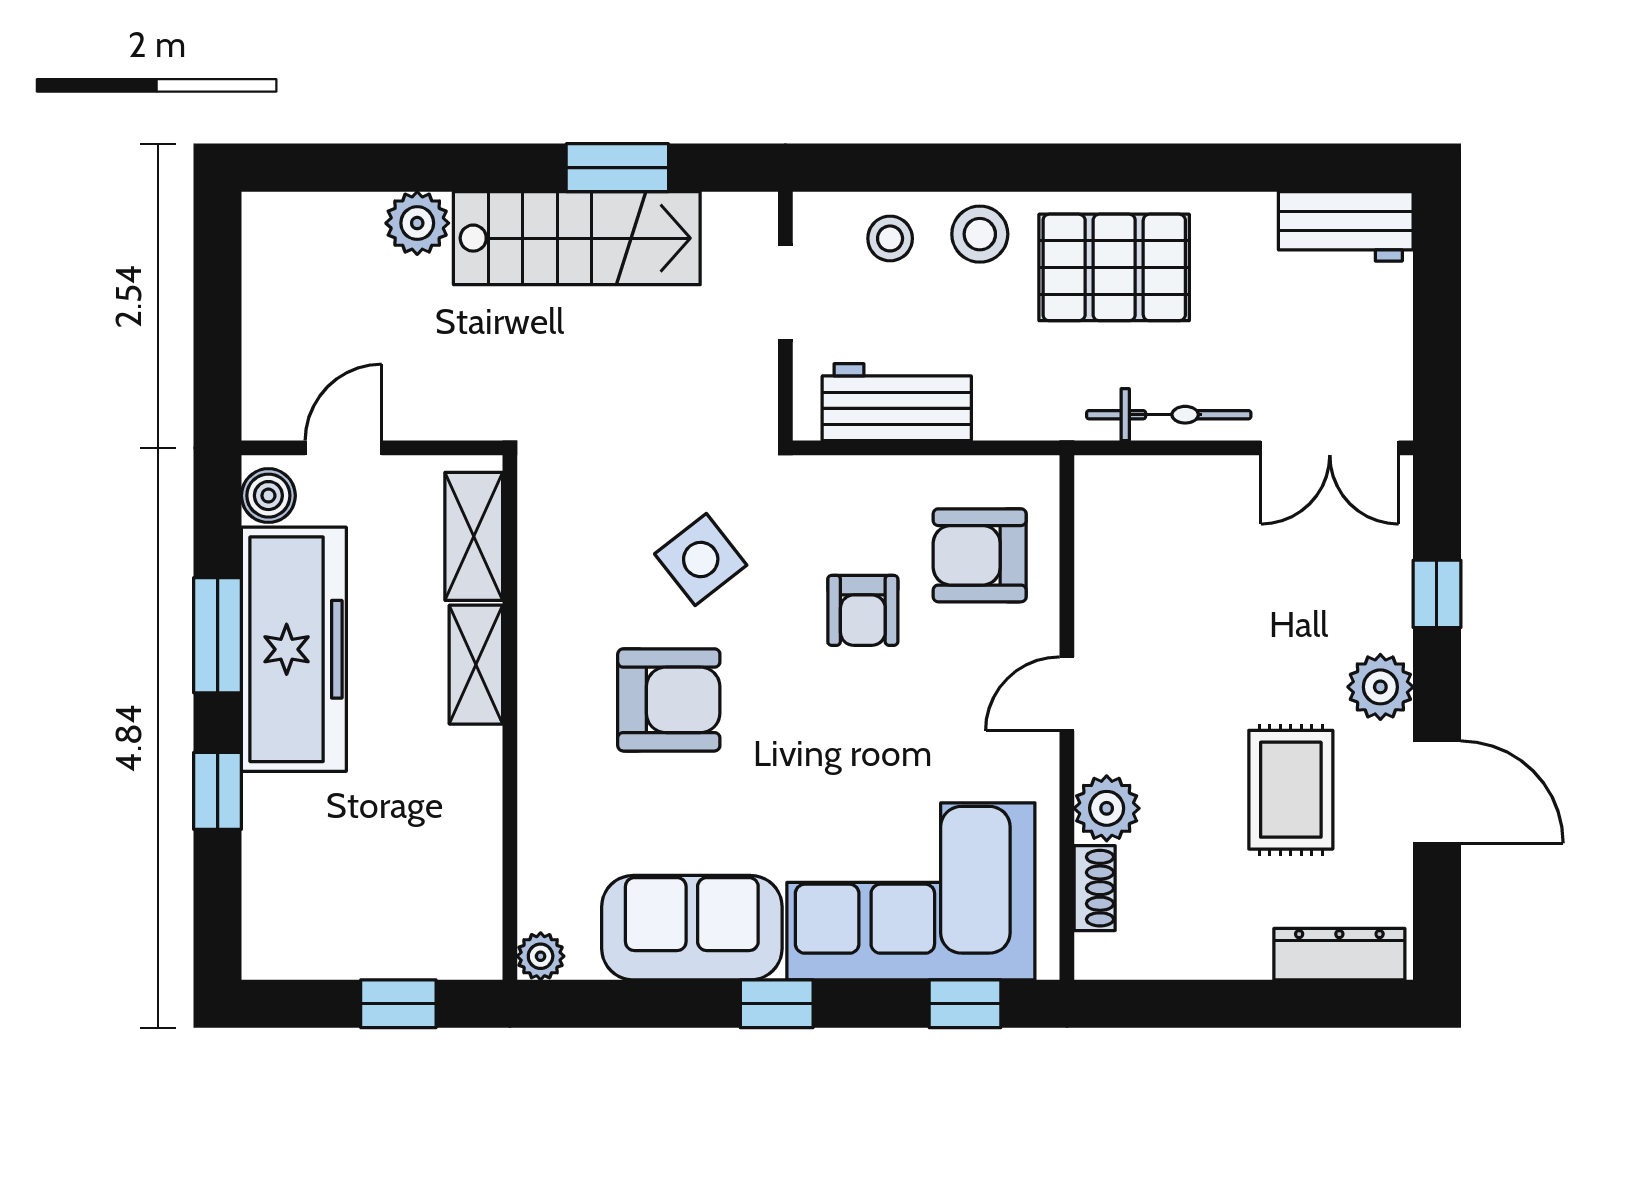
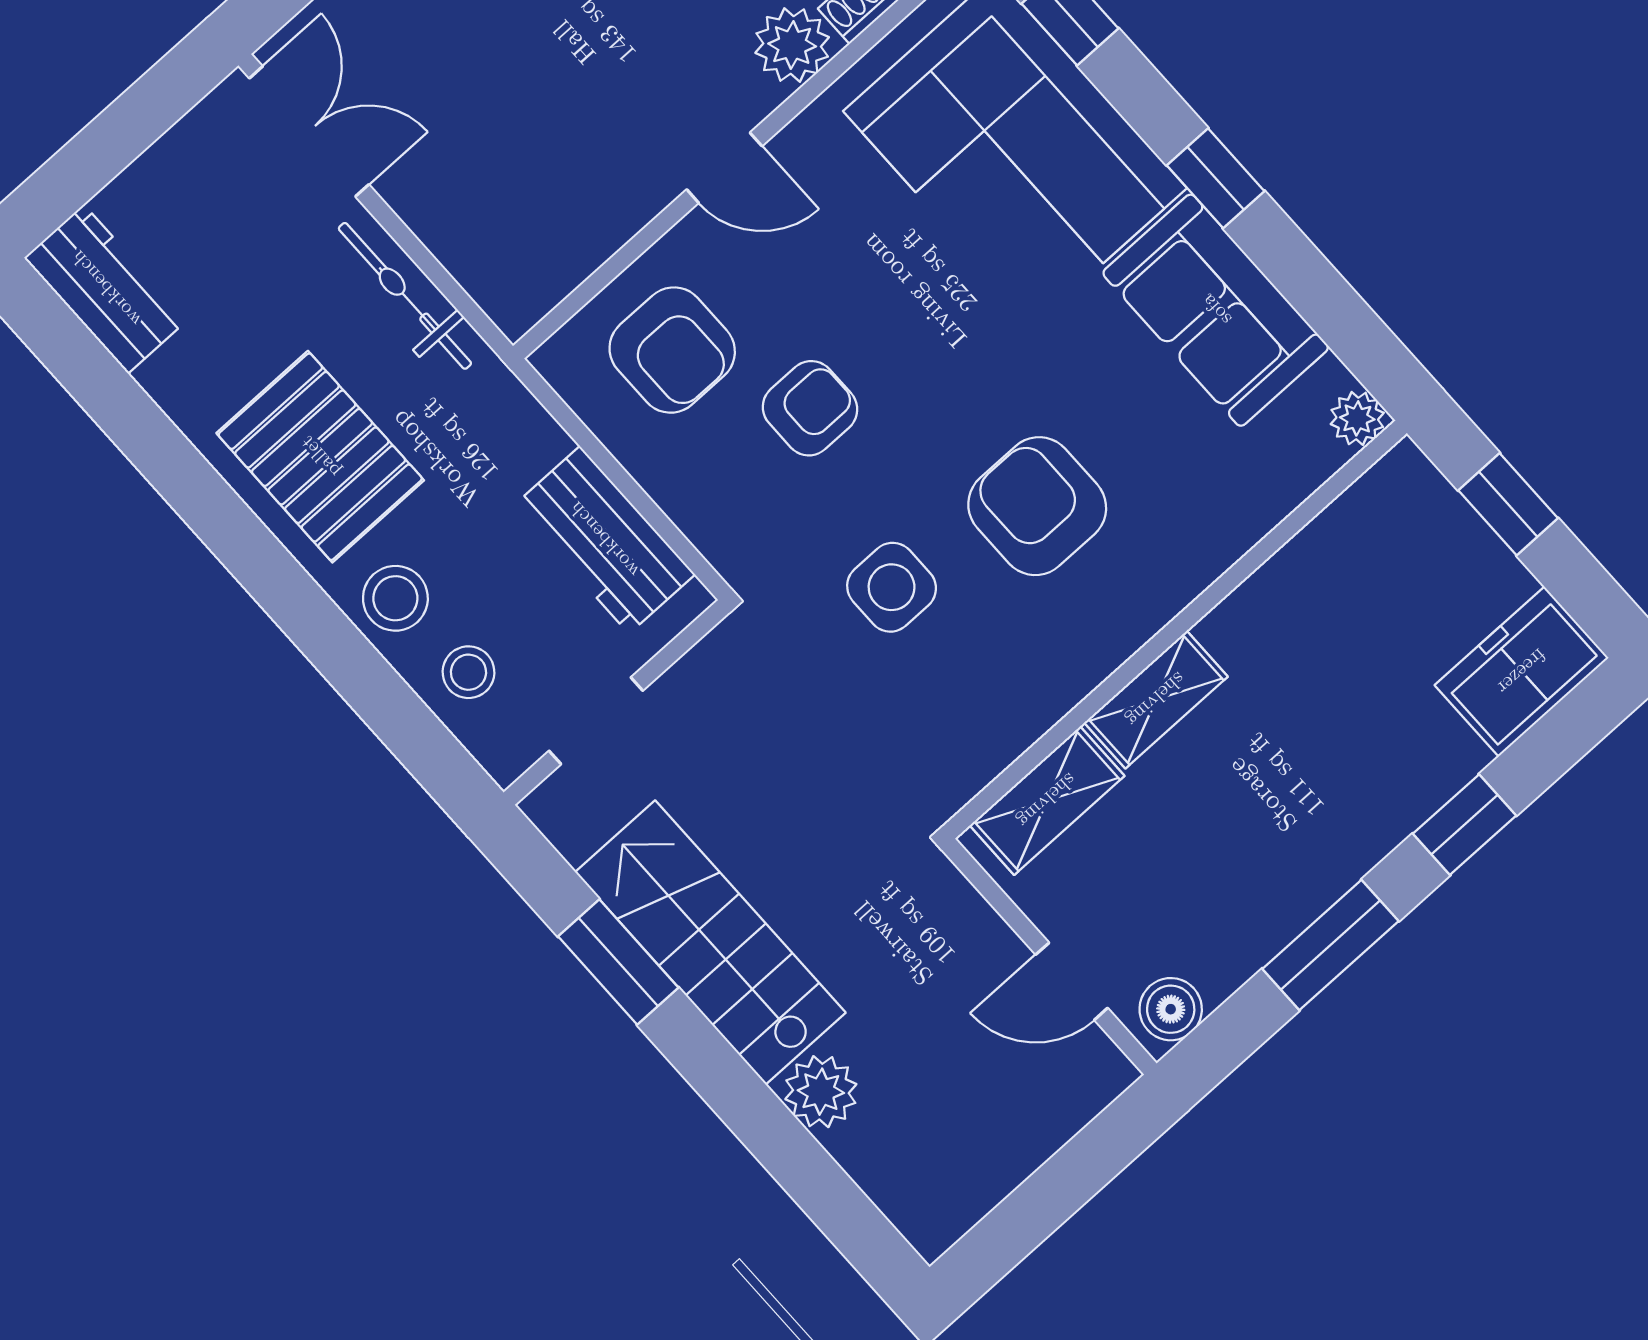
side table: (701, 559) -> (892, 587), turned 38
freezer: (294, 649) -> (1522, 672), moved, width x0.52, depth x0.79

